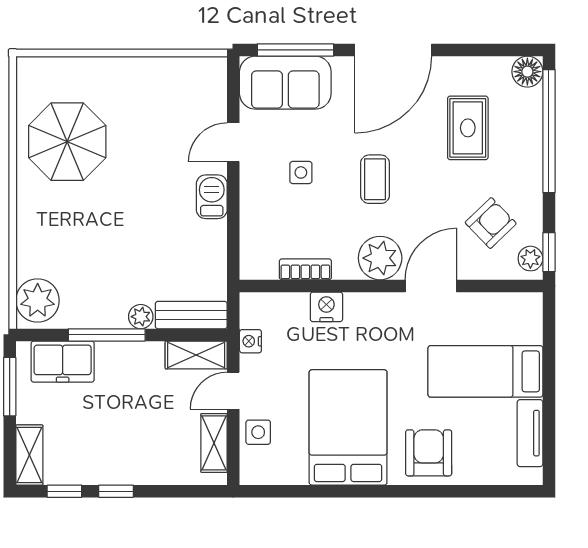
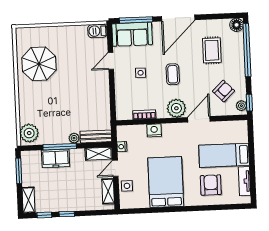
barbecue: (212, 197) -> (97, 31), moved, turned -90
freezer: (63, 362) -> (56, 158), moved
armchair: (429, 453) -> (211, 185), moved

